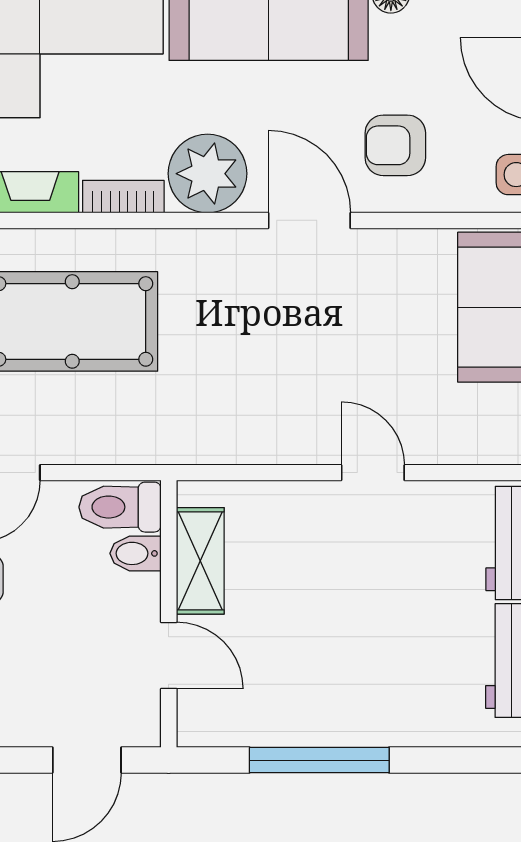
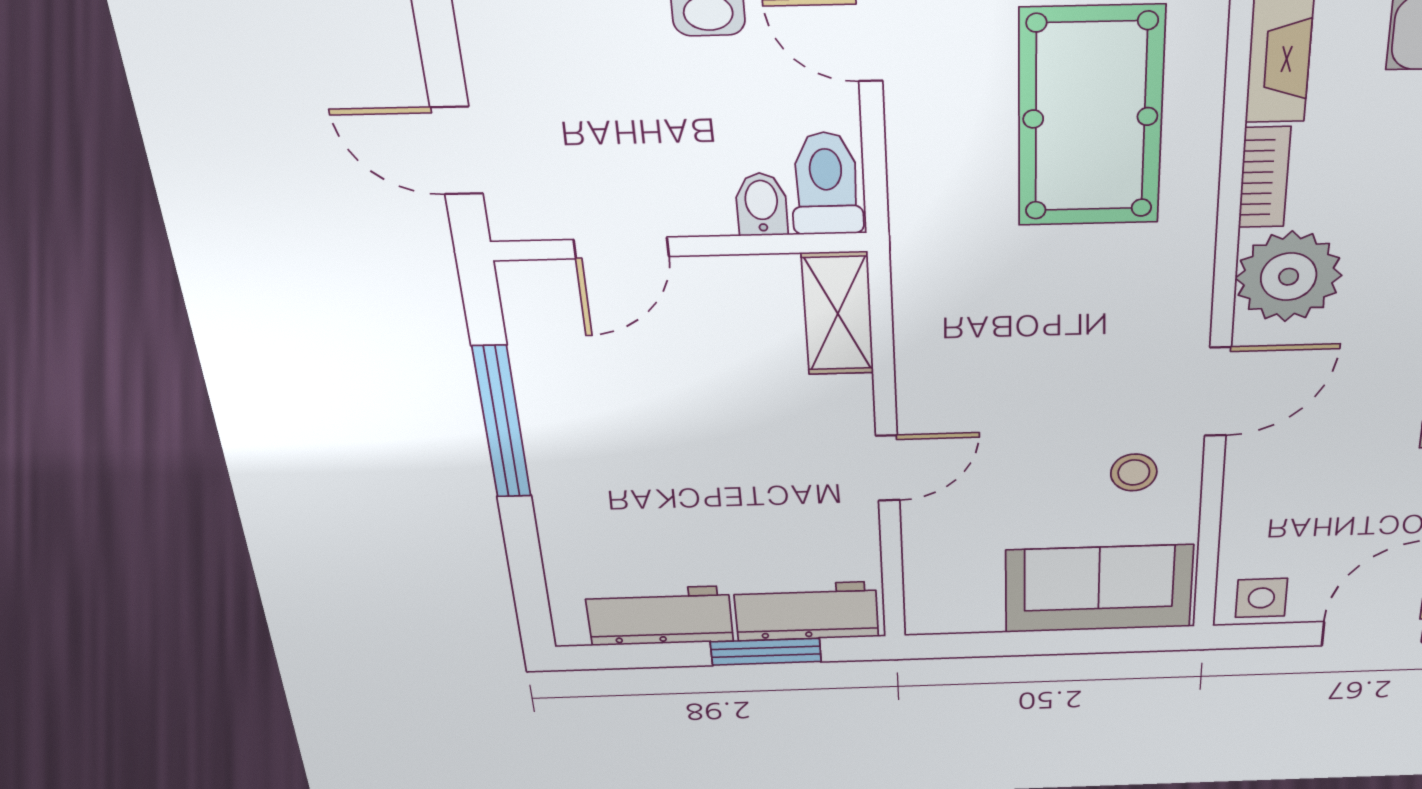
armchair: (395, 145) -> (1308, 479), removed
stool: (384, 282) -> (1134, 472), added
shelving: (200, 561) -> (838, 314), moved, turned 90

